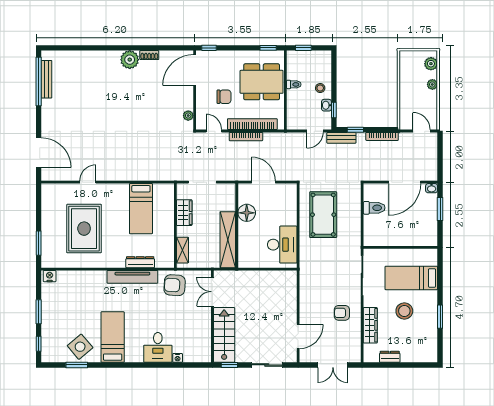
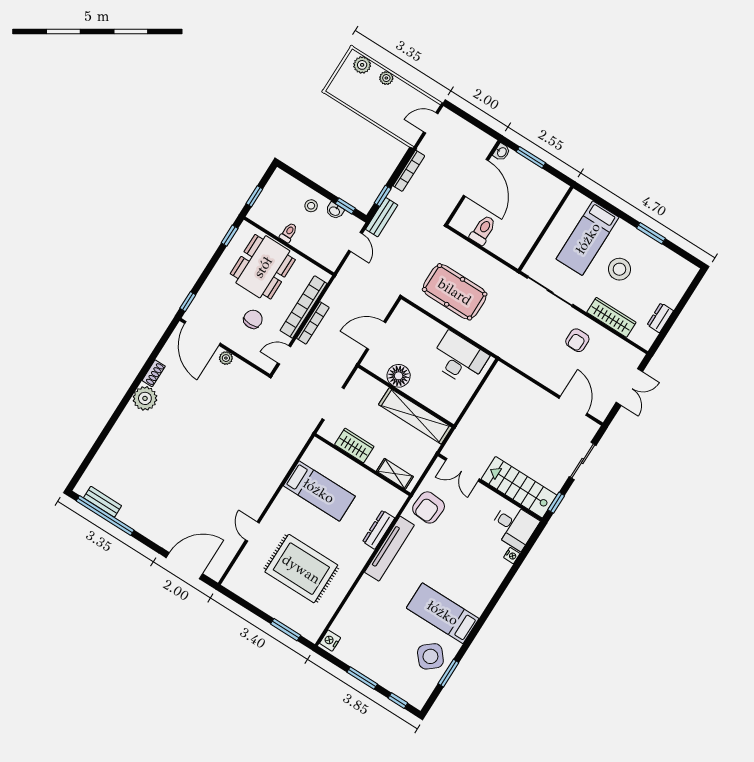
bench: (46, 79) -> (103, 502), width x0.73
plant: (188, 116) -> (226, 358), moved
desk: (158, 347) -> (514, 526), moved

